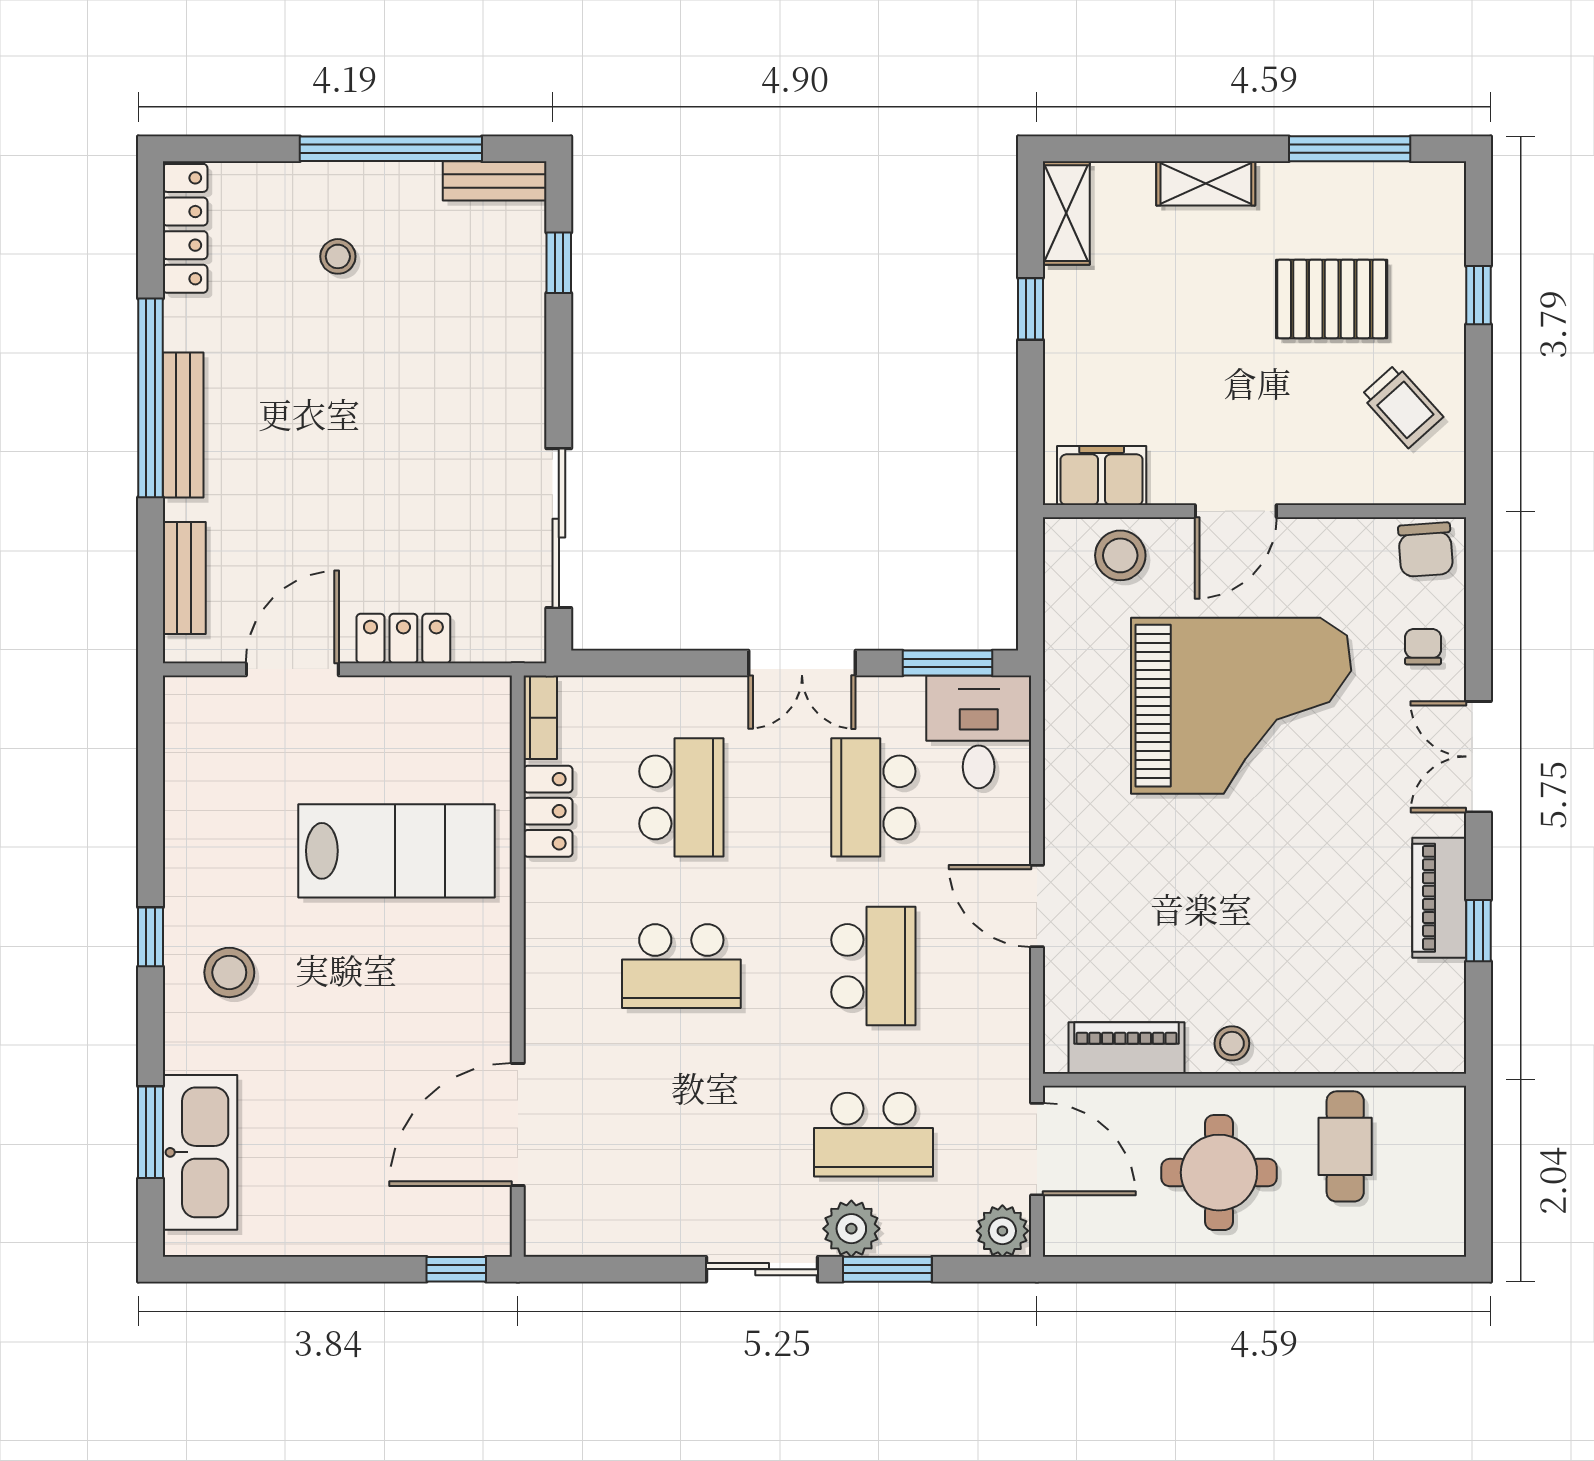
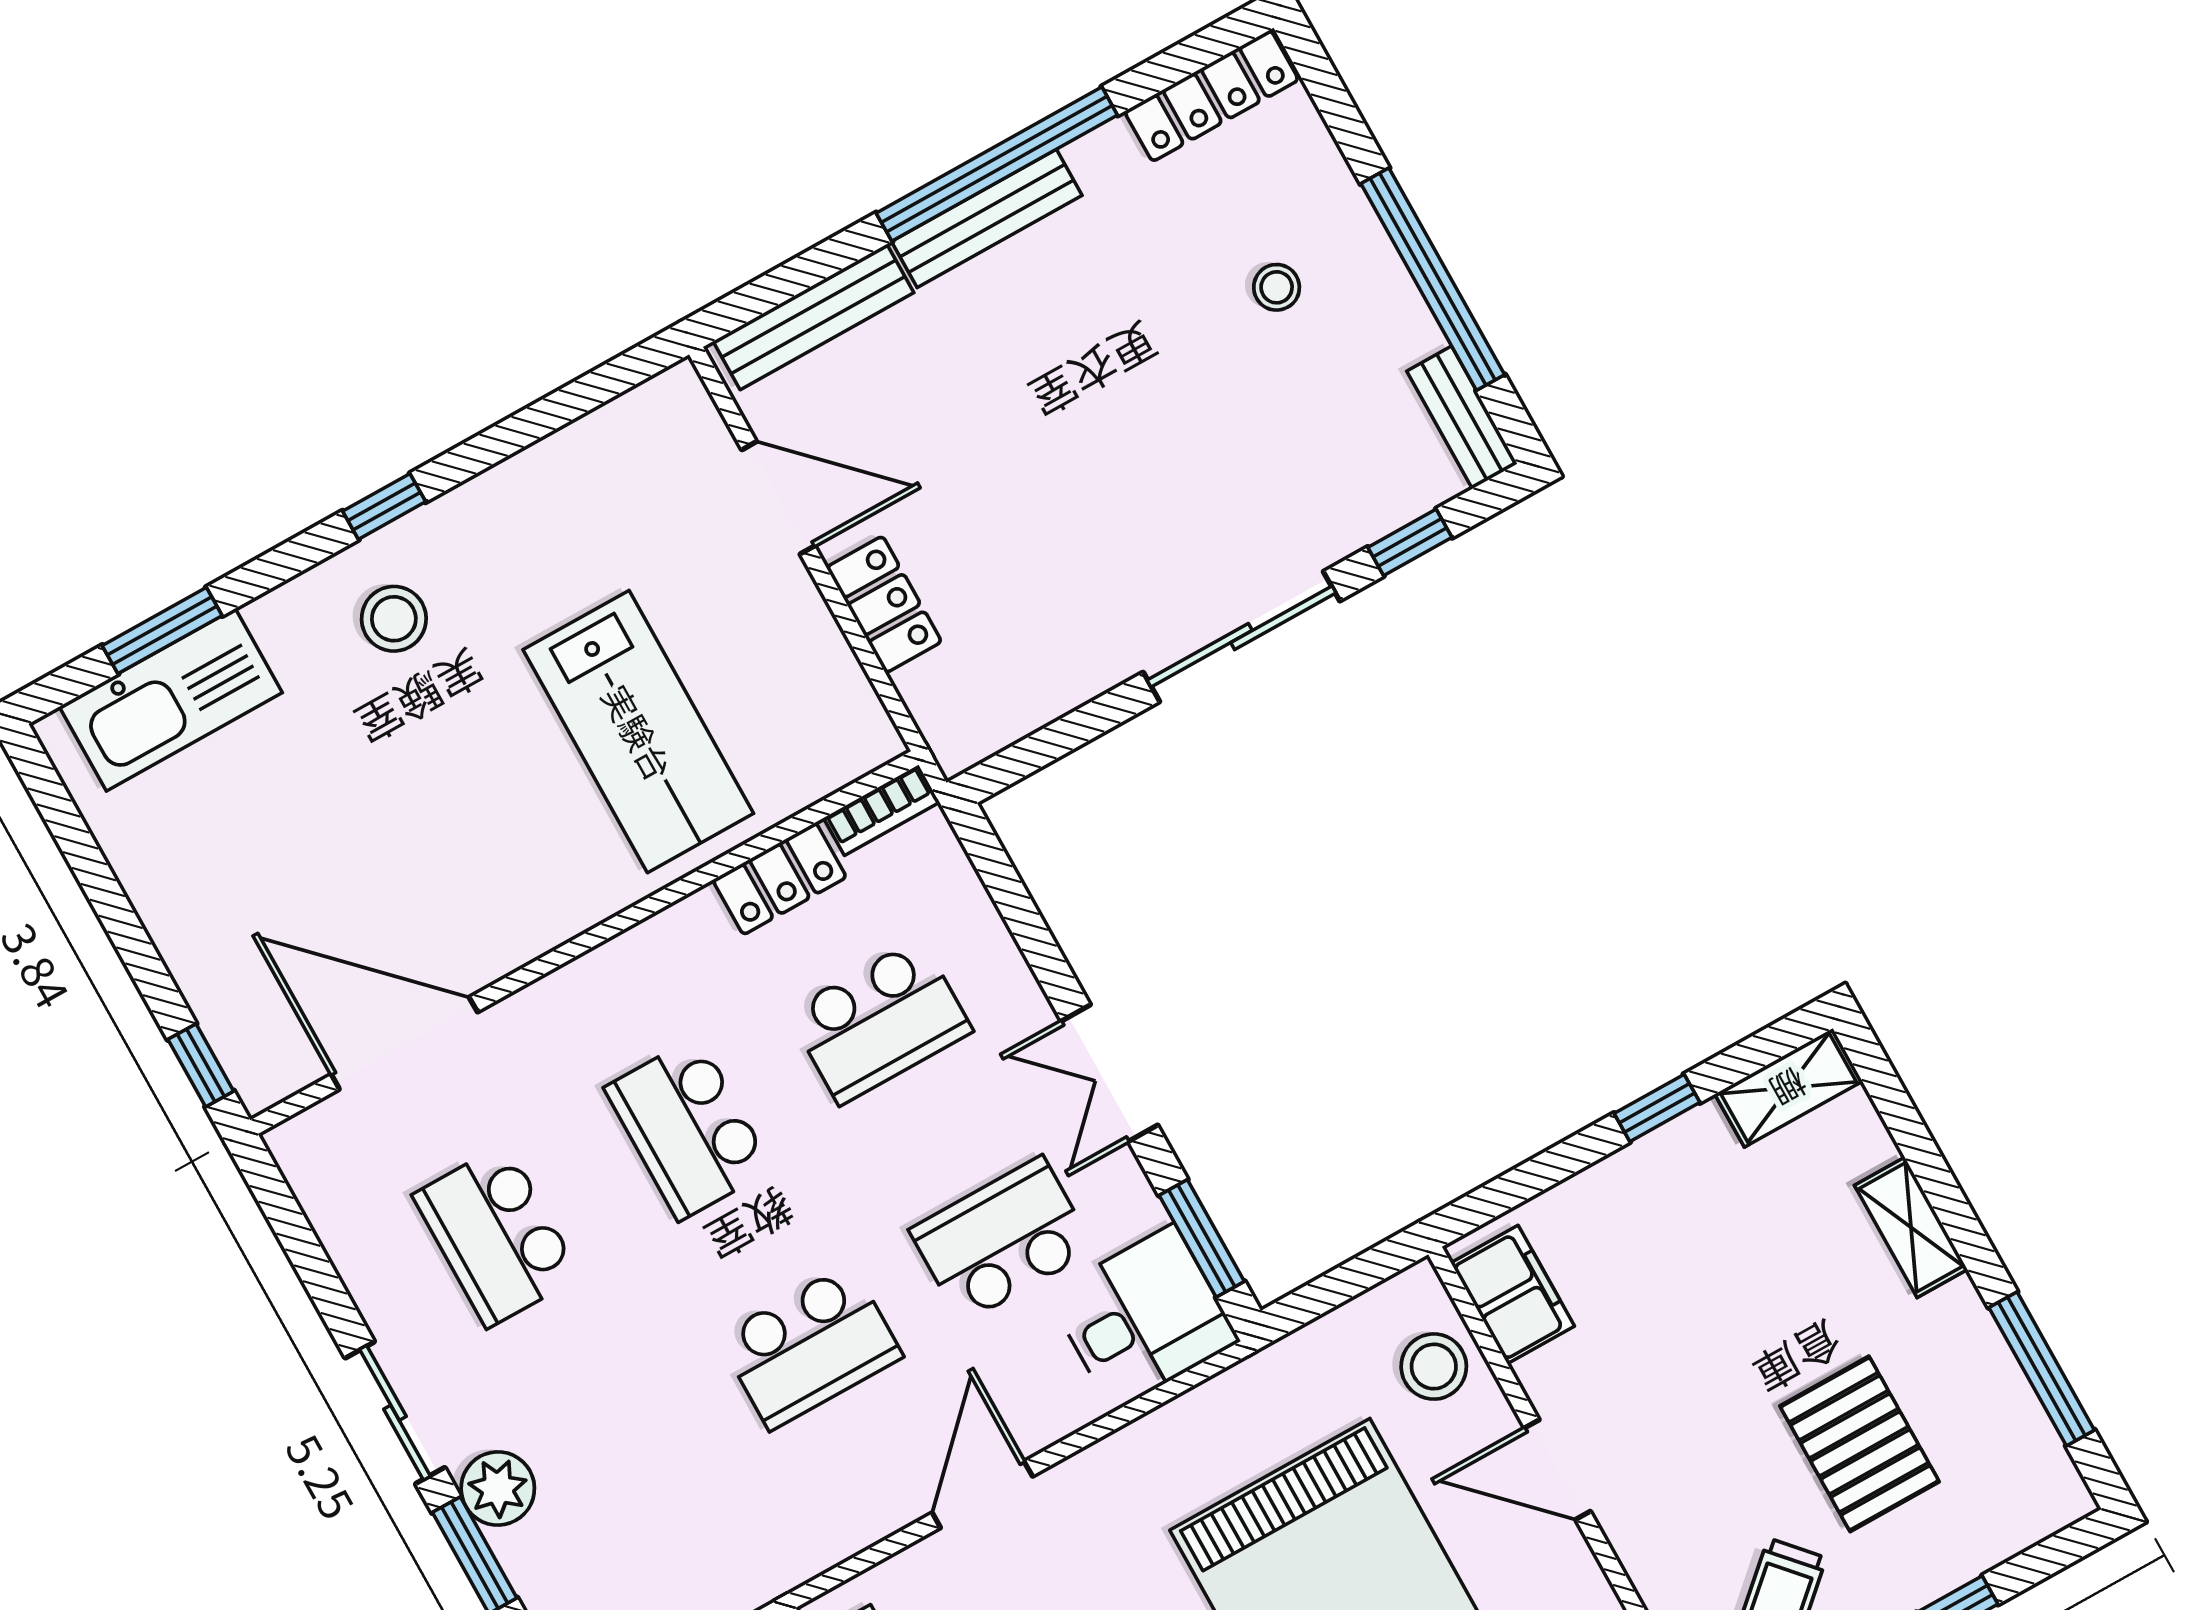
sliding door: (559, 528) -> (1241, 637), moved
bench: (184, 578) -> (813, 317), width x1.36
school desk: (873, 1135) -> (497, 1236), moved

